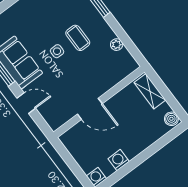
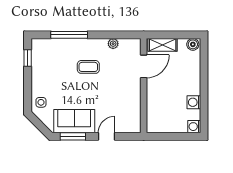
side table: (57, 51) -> (41, 102), moved
door: (90, 109) -> (144, 66), moved

